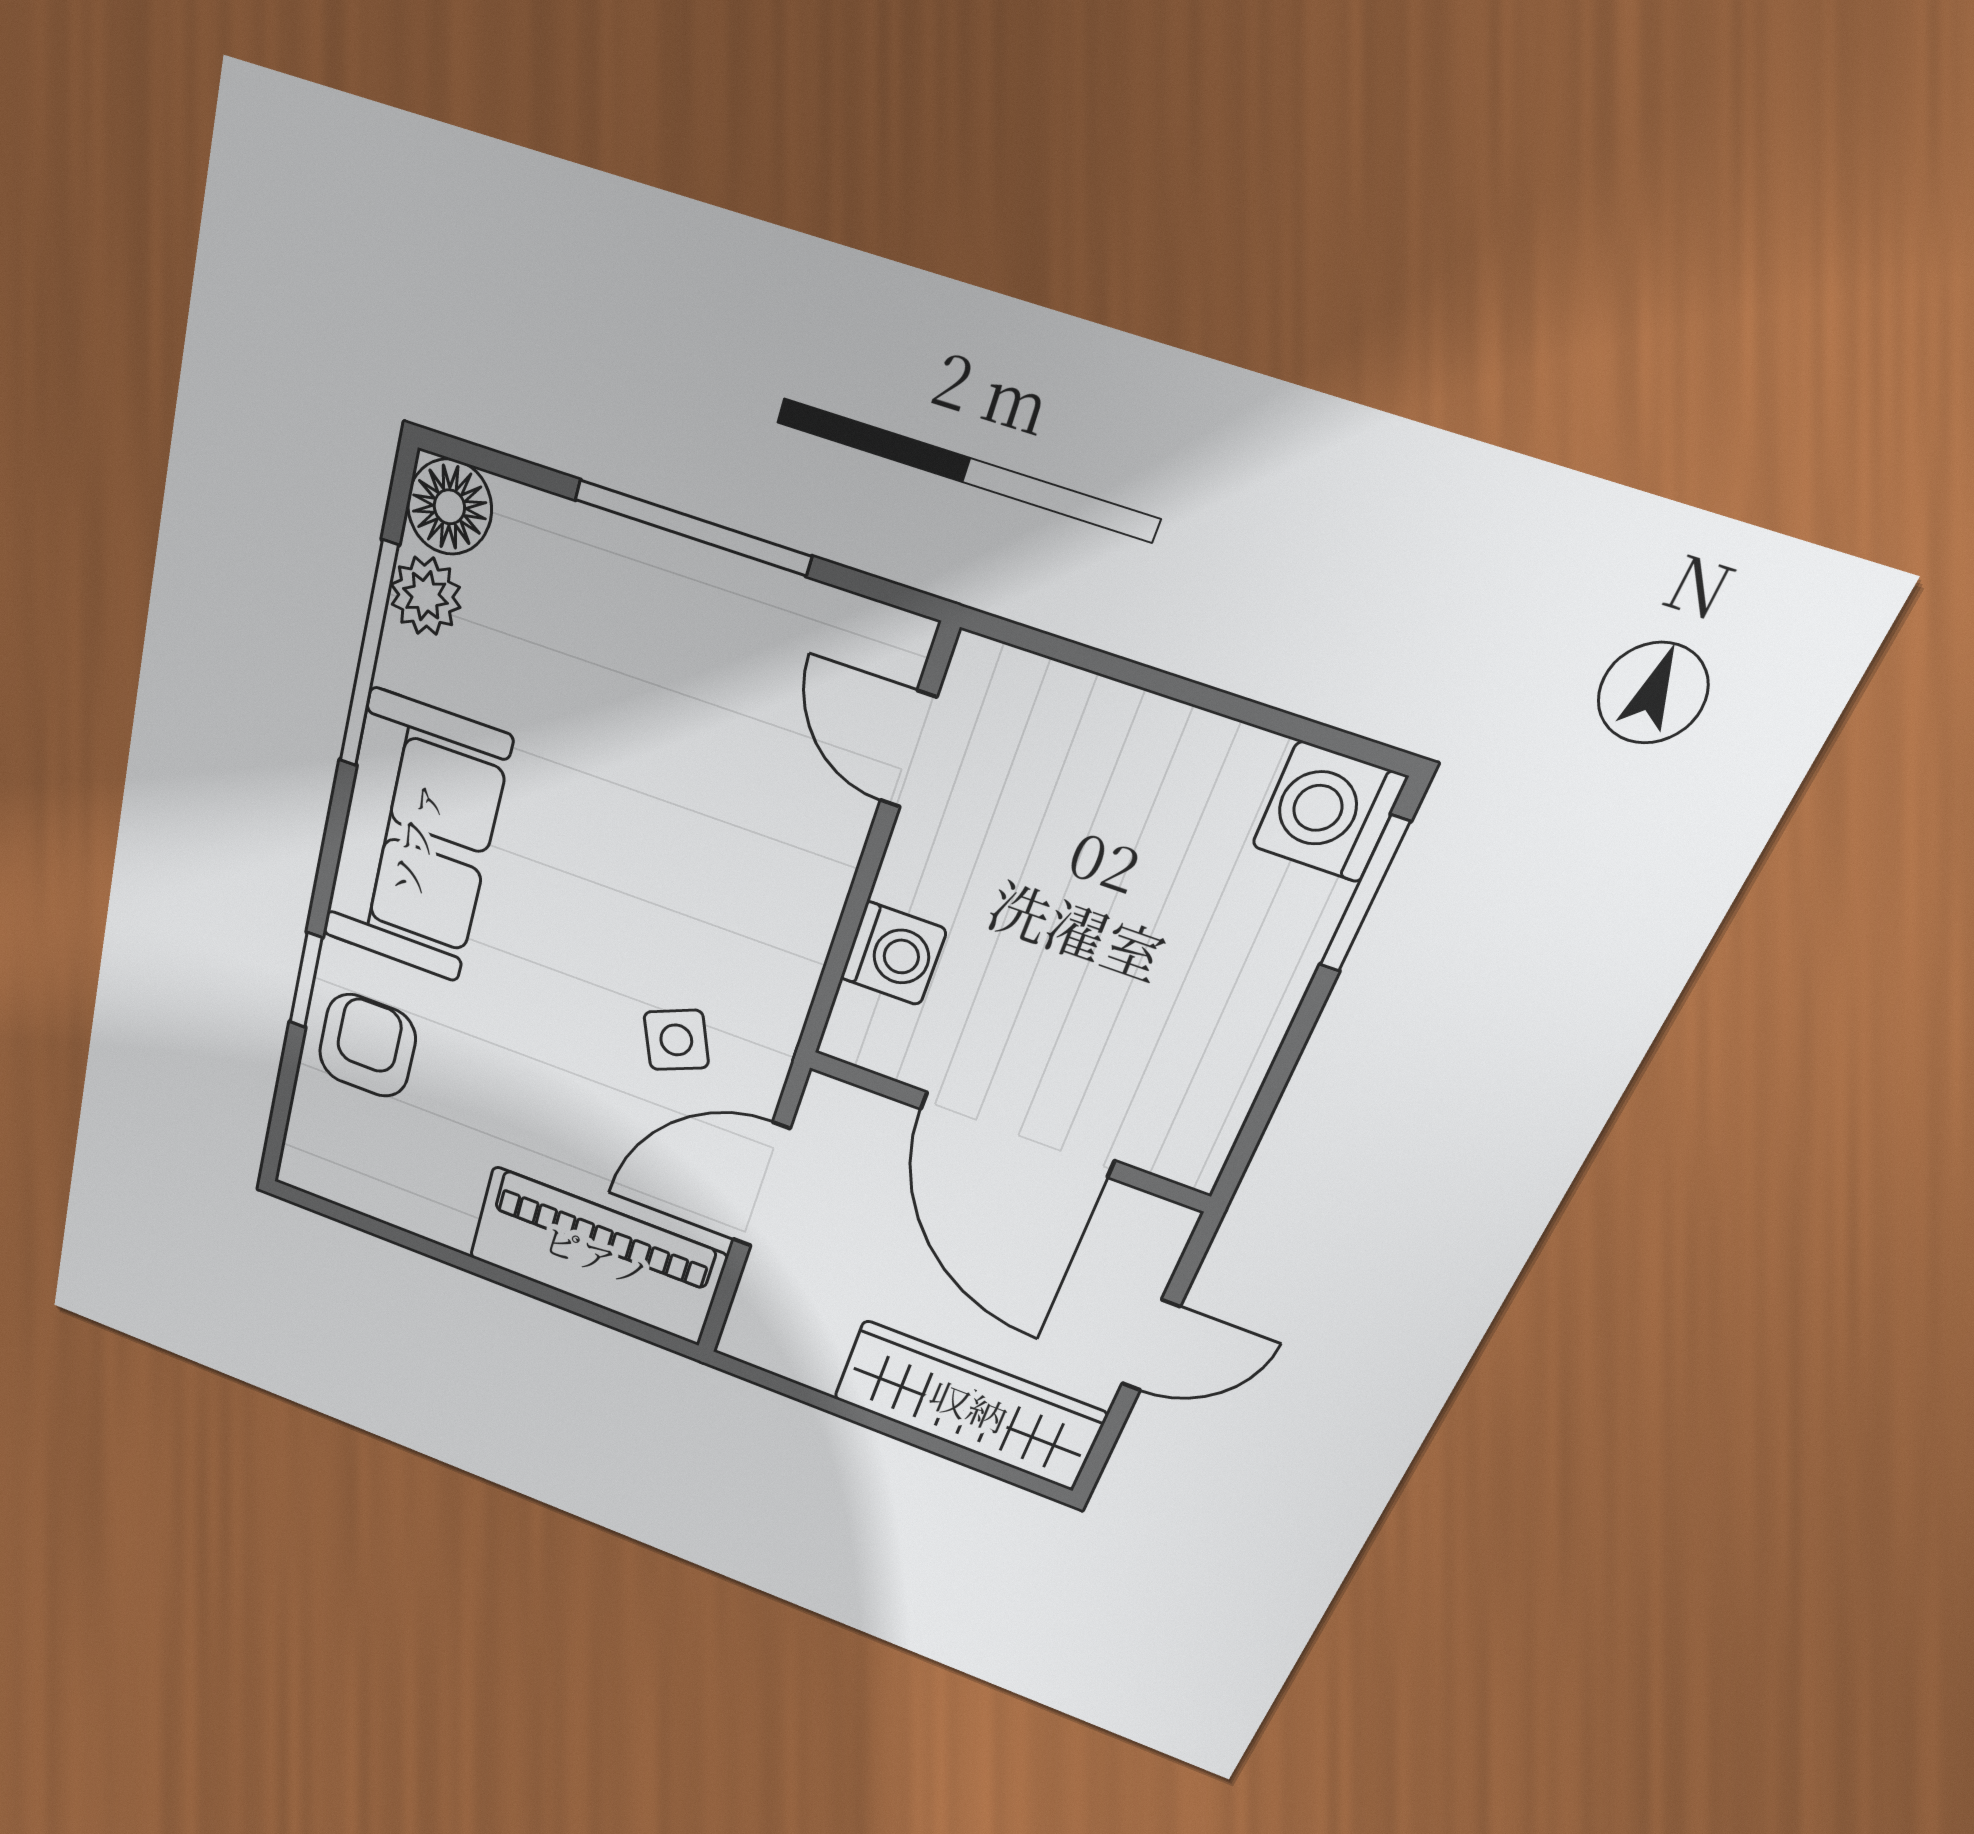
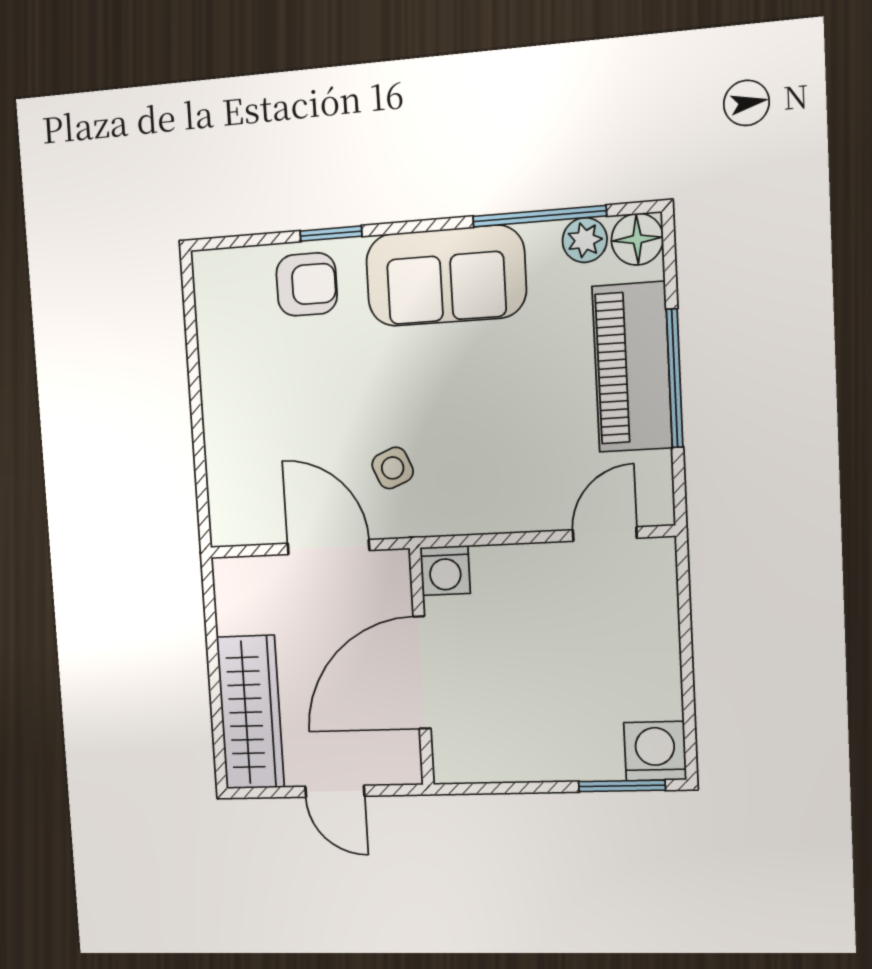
washing machine: (893, 954) -> (445, 571), moved
piano: (597, 1256) -> (632, 367), moved, turned 180

